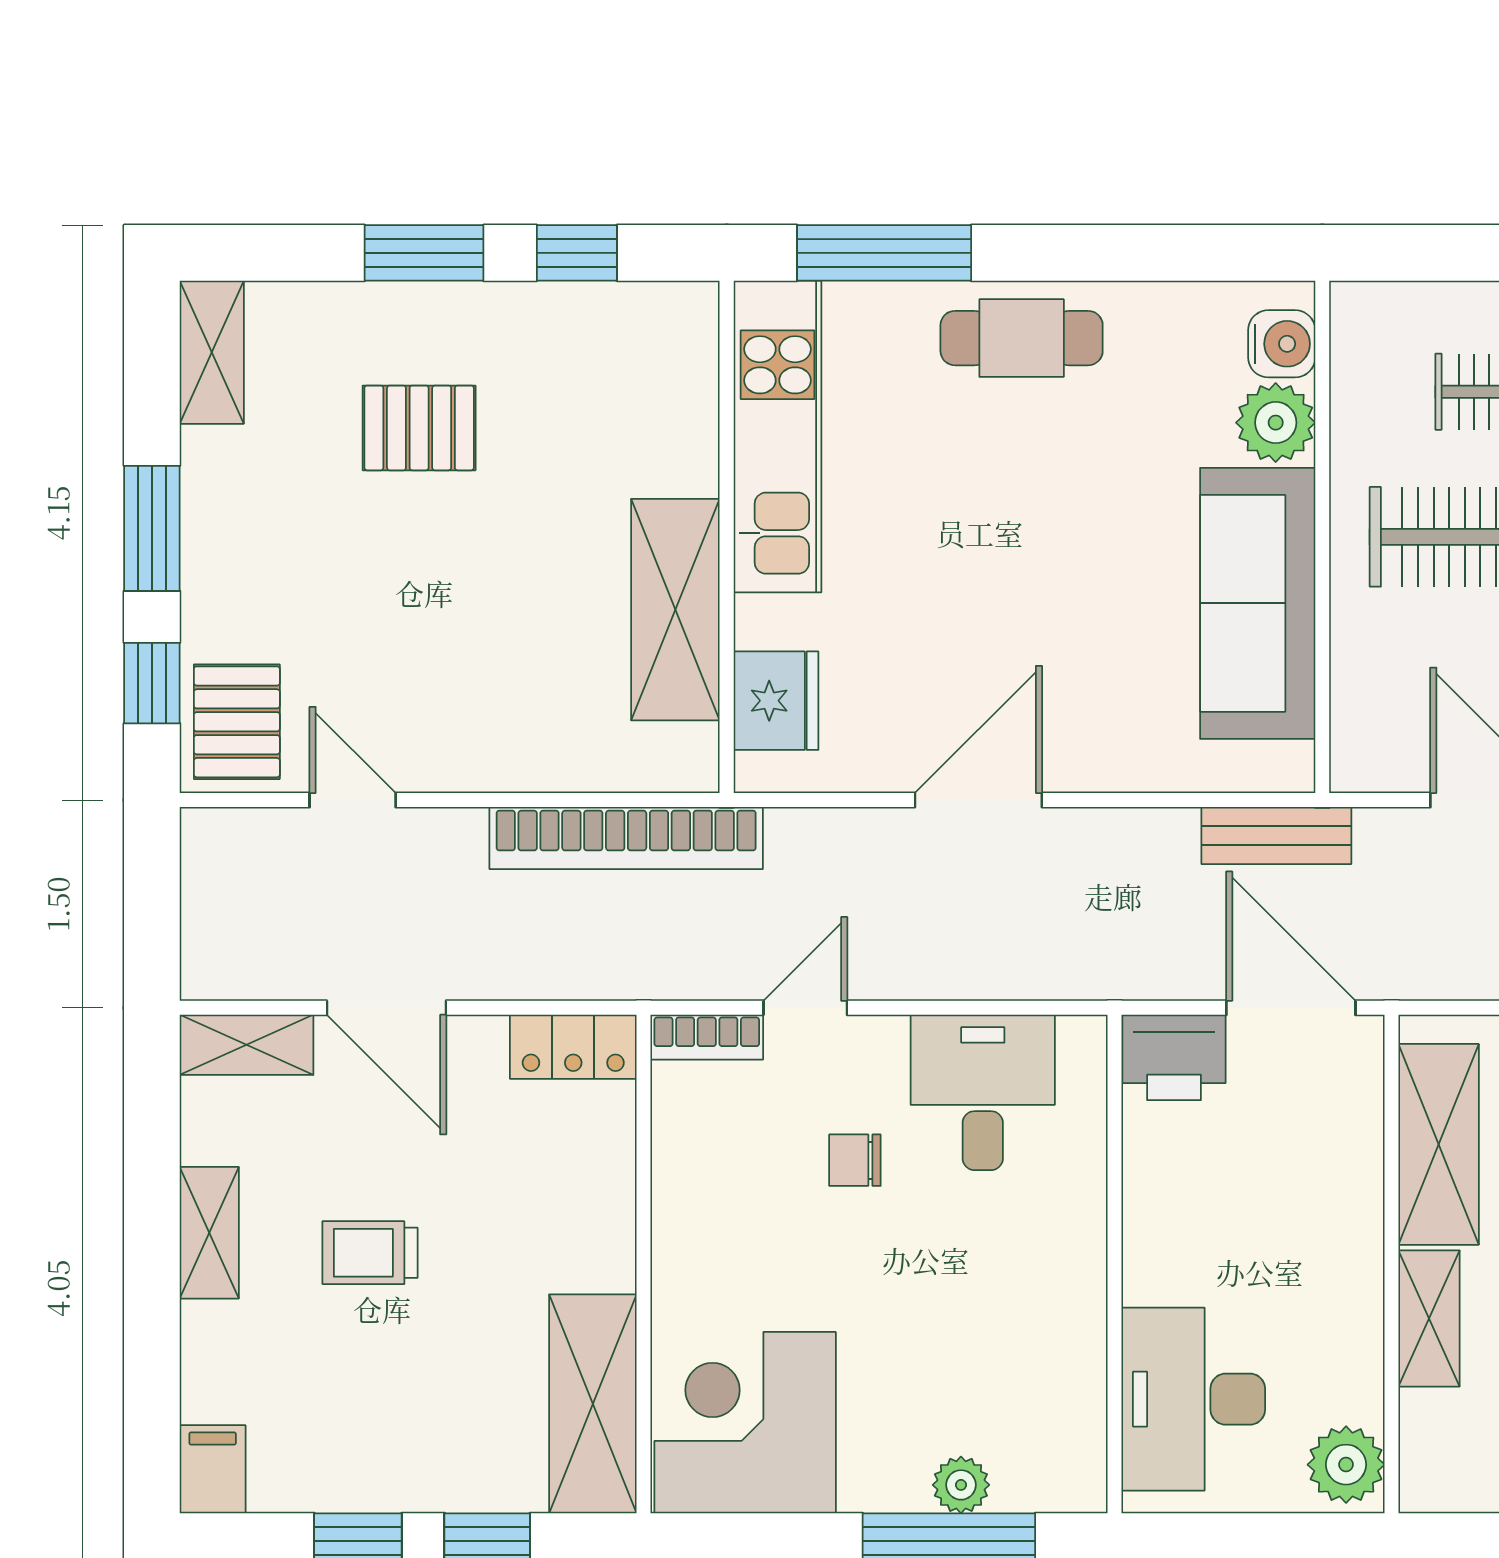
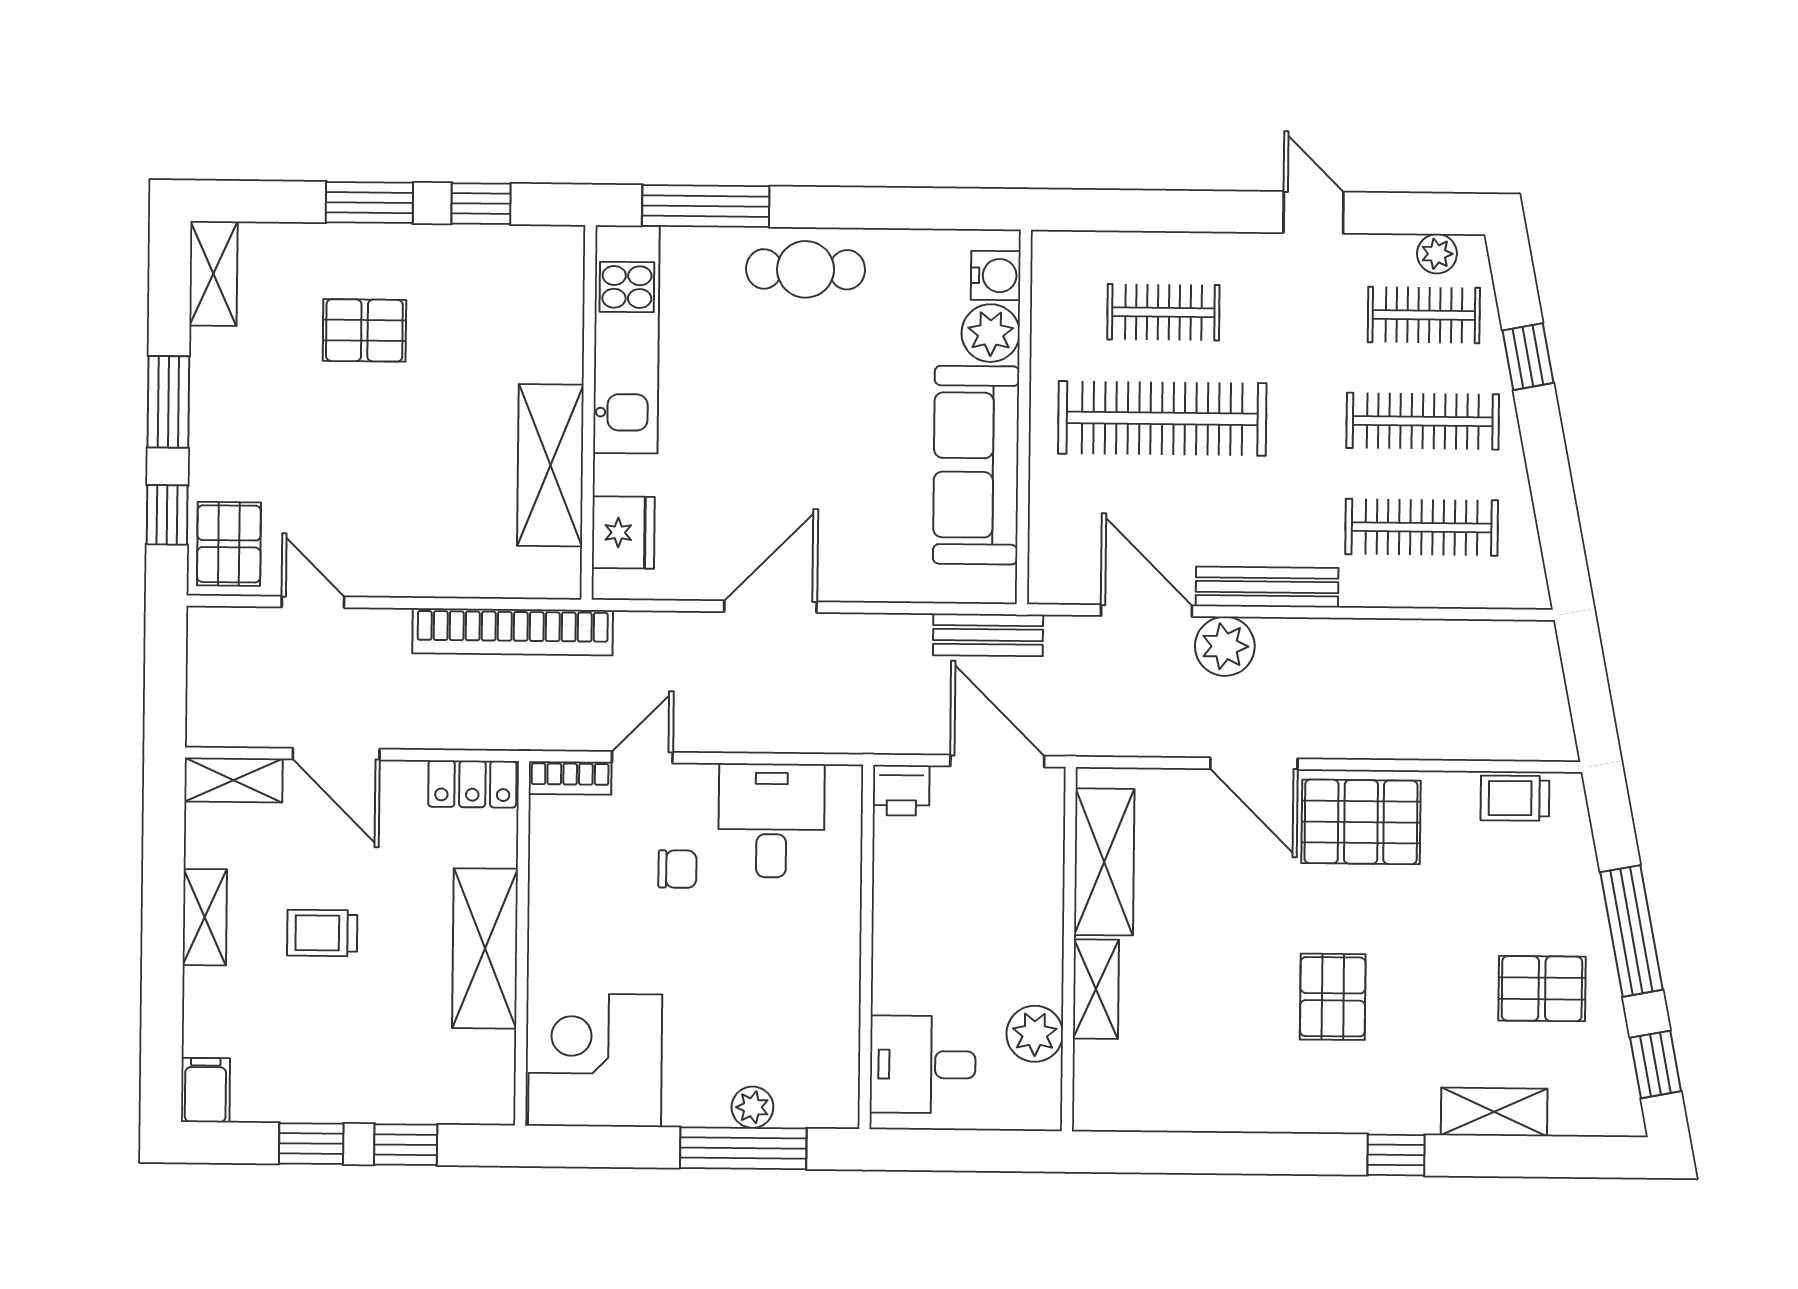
printer: (1174, 1057) -> (901, 790), width x0.73, depth x0.81
chair: (855, 1160) -> (677, 869), turned 180
desk: (1193, 1399) -> (923, 1064), width x0.73
shelving: (593, 1404) -> (485, 948), moved
plant: (1346, 1465) -> (1035, 1034), moved

